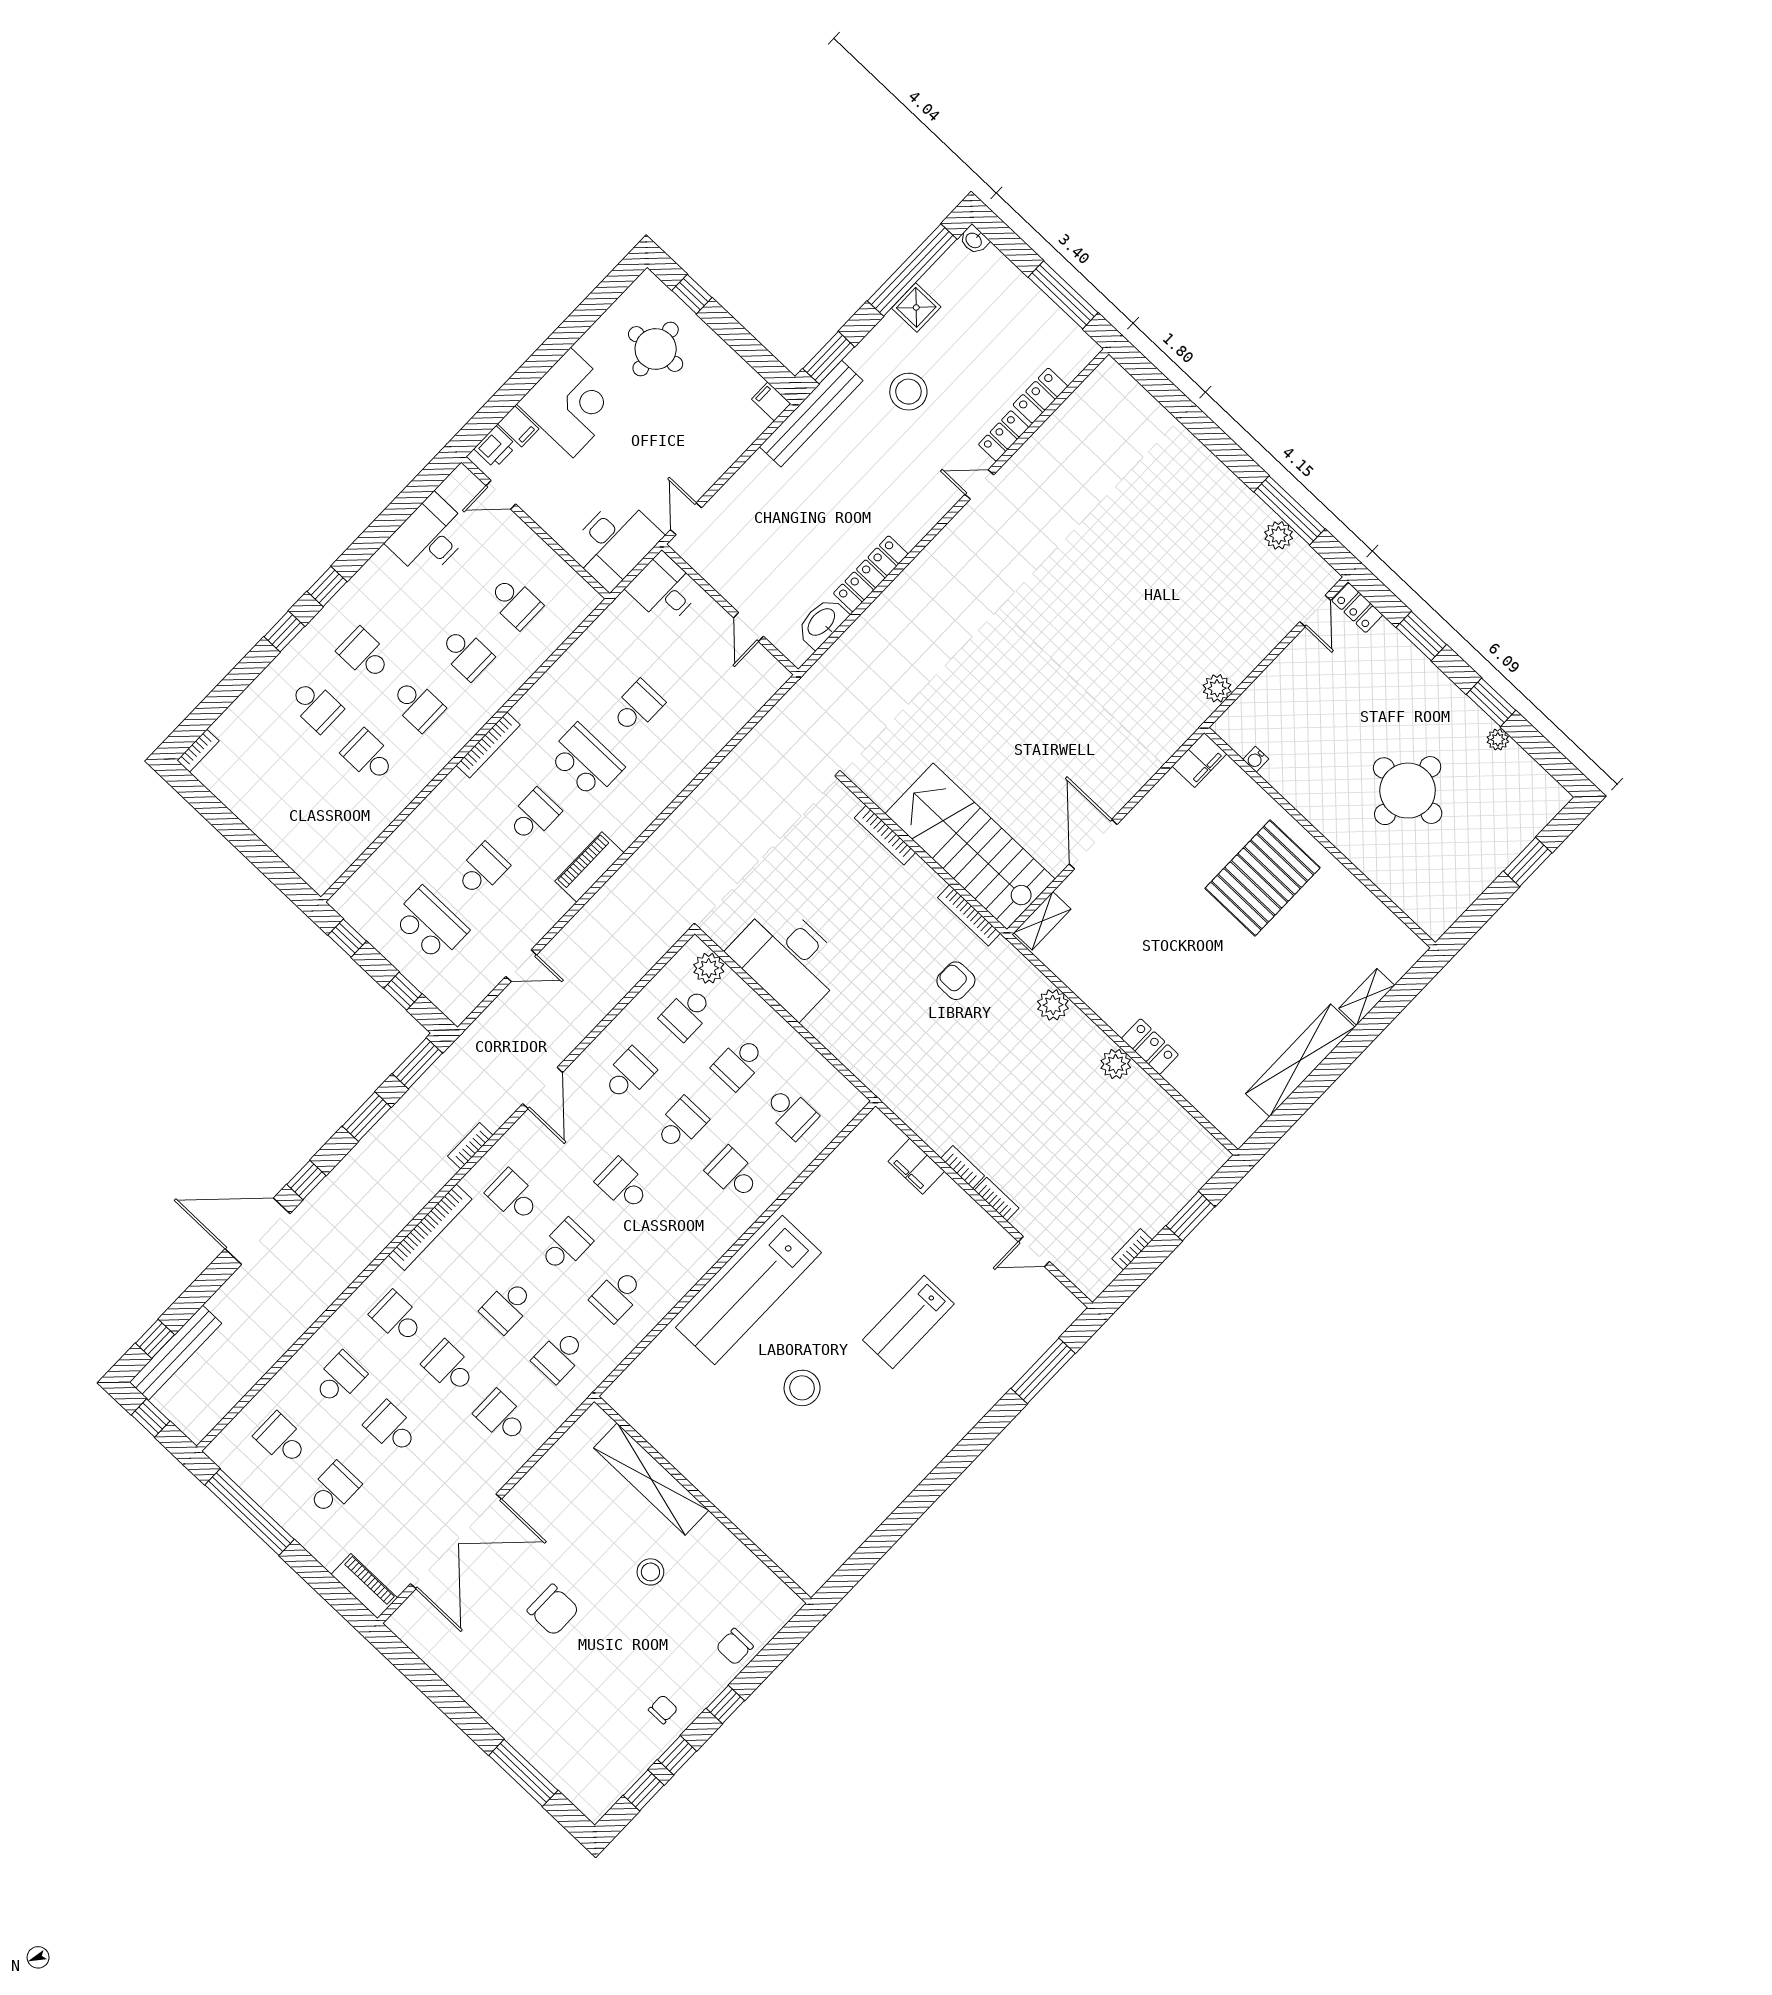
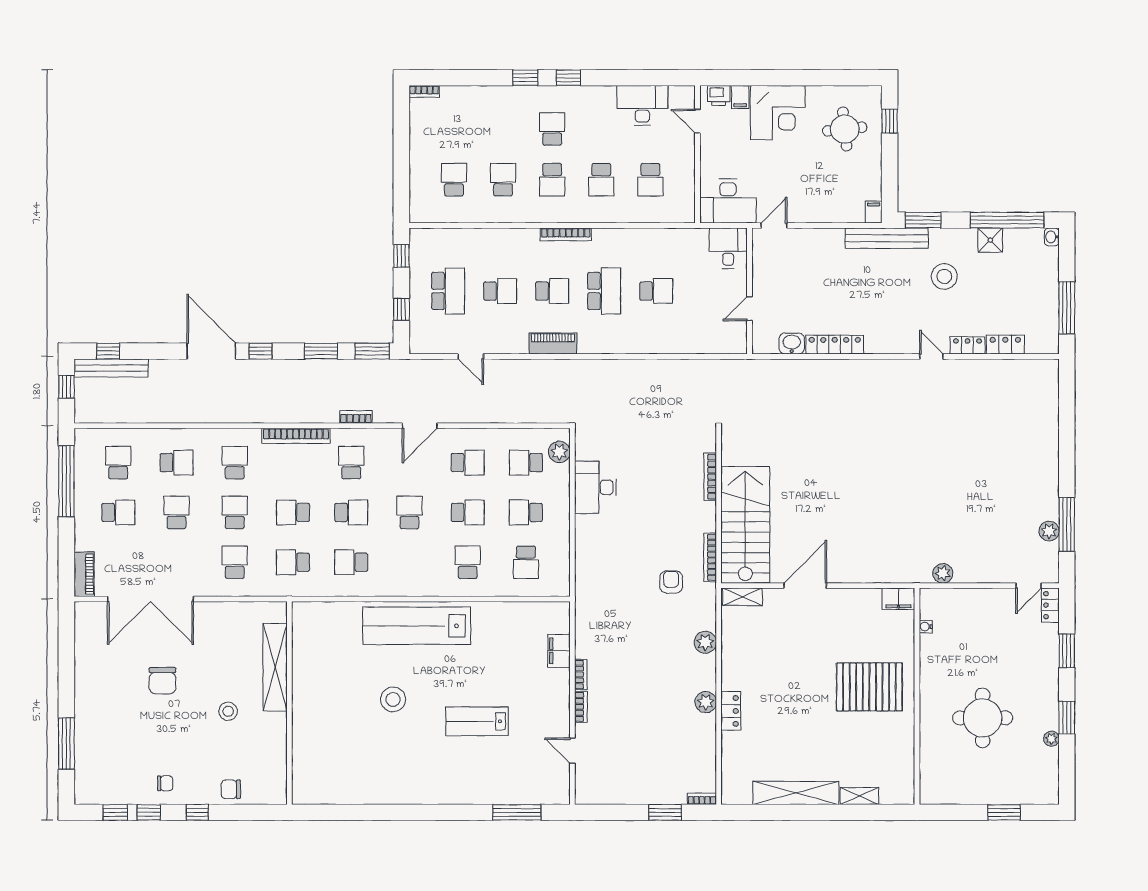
washbasin: (822, 623) -> (792, 343), width x0.72
school desk: (316, 706) -> (454, 180), moved, turned 180
desk: (788, 959) -> (595, 487), width x0.73, depth x0.77
bookcase: (1132, 1249) -> (702, 799), moved

